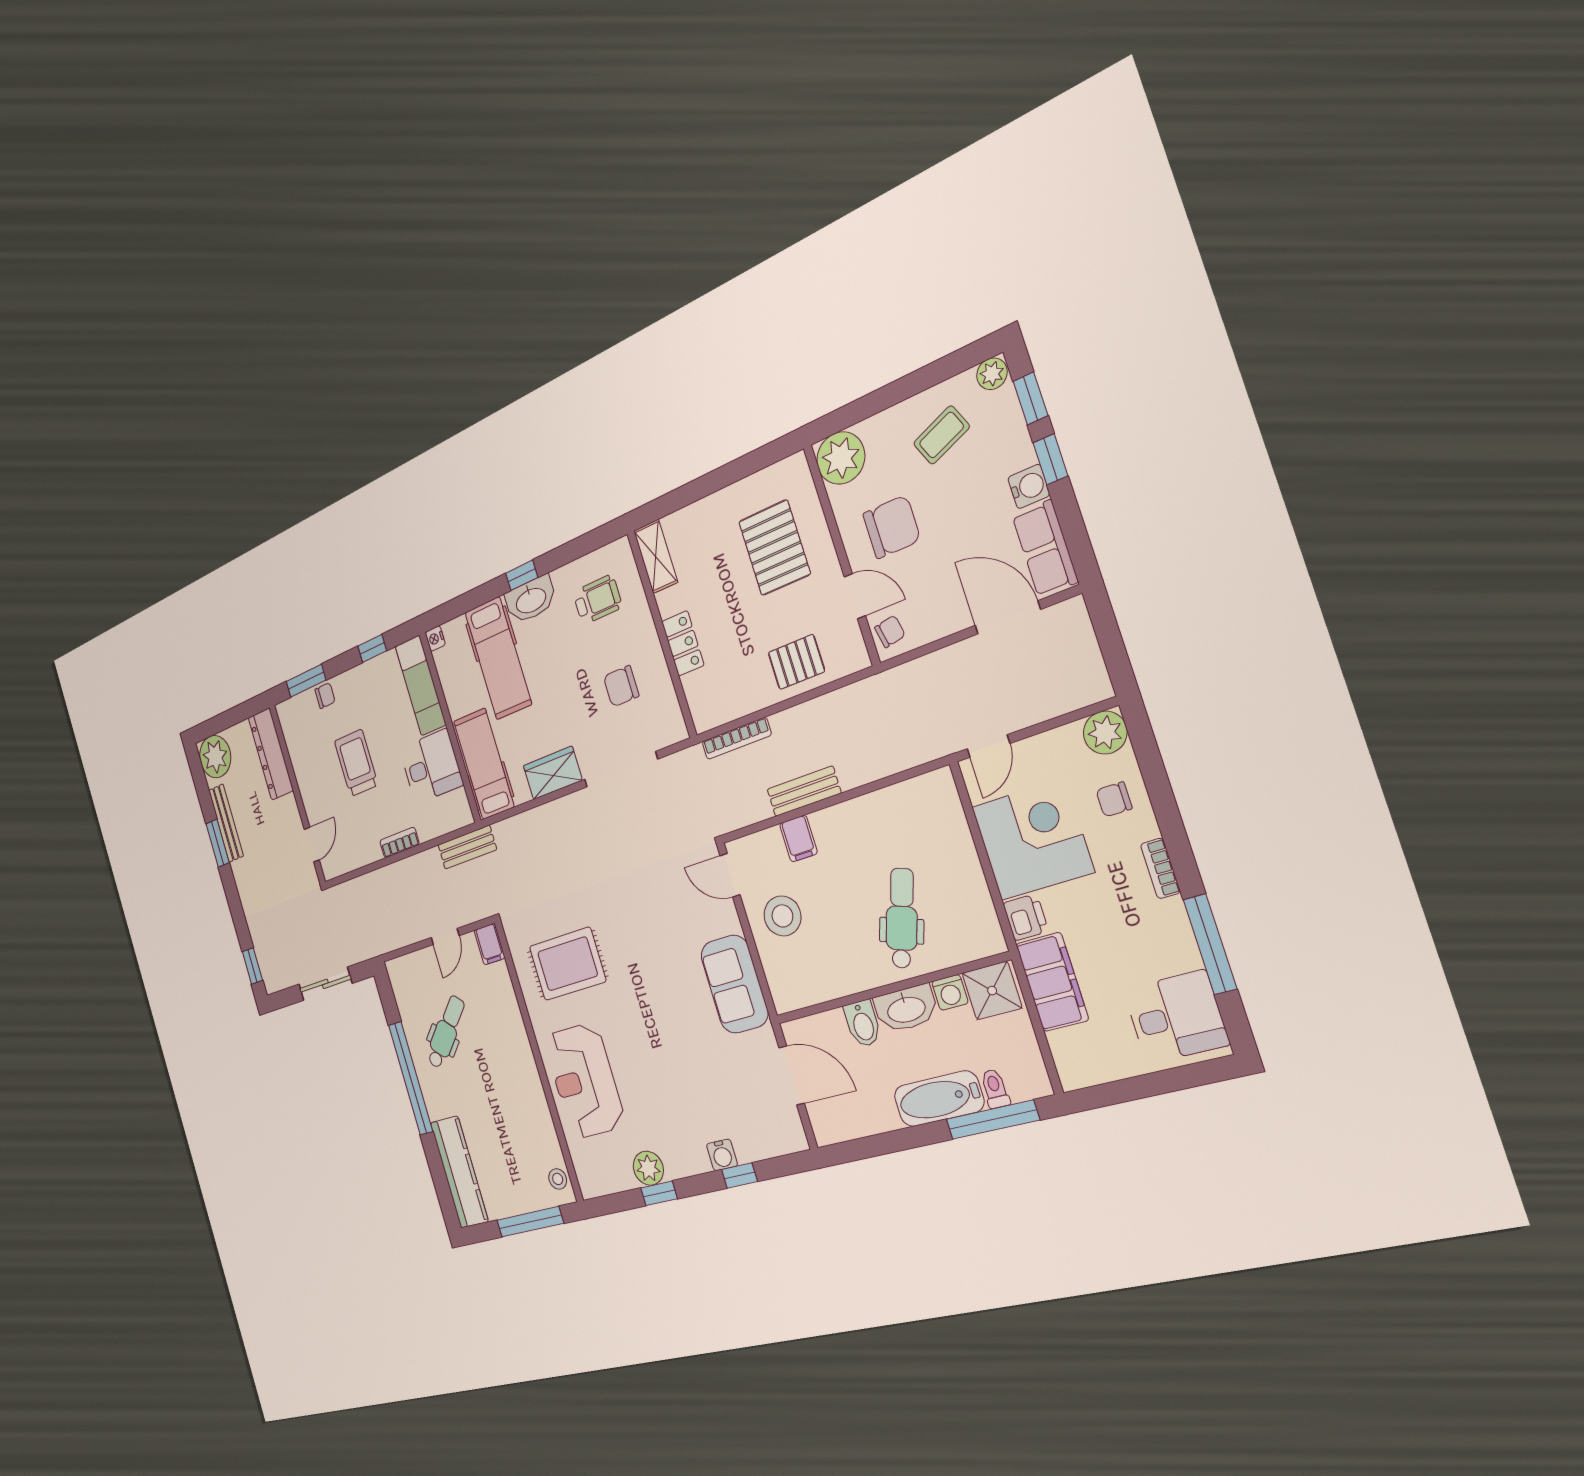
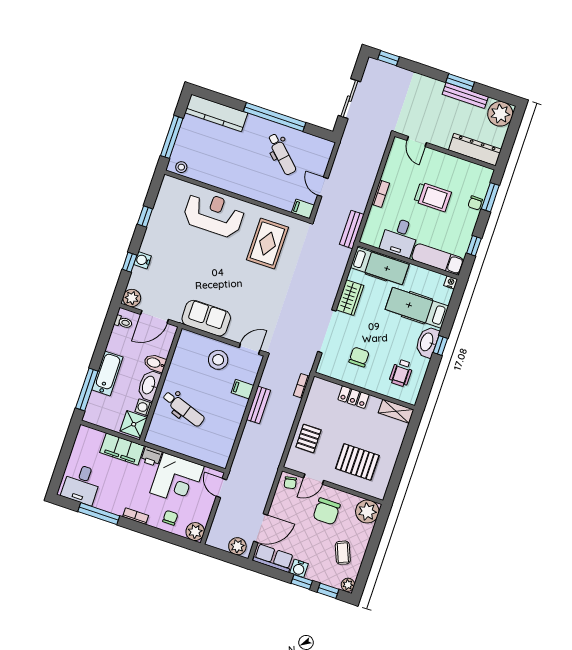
plant: (1073, 632) -> (237, 546), added
bookcase: (737, 738) -> (302, 386), width x0.64
toilet: (995, 1089) -> (123, 322), moved
plant: (648, 1168) -> (132, 298), moved

